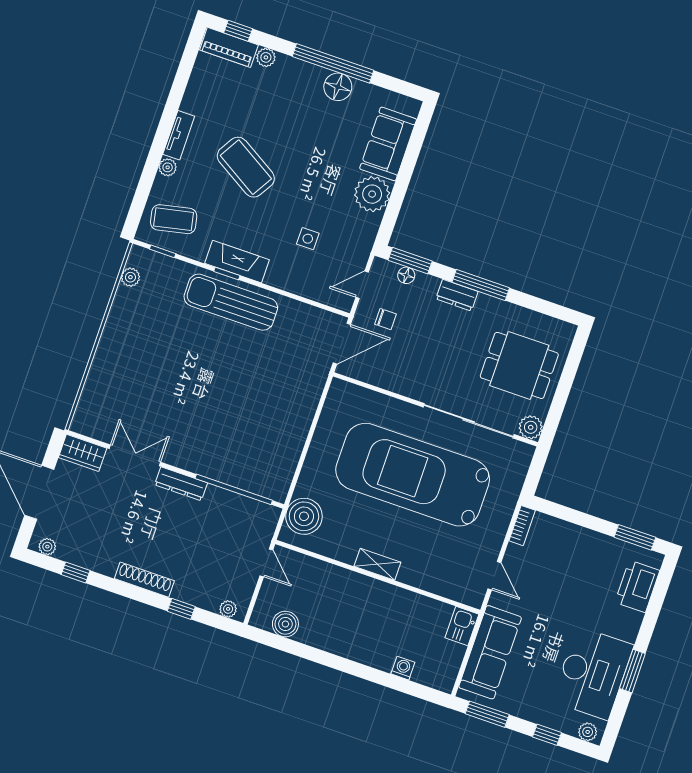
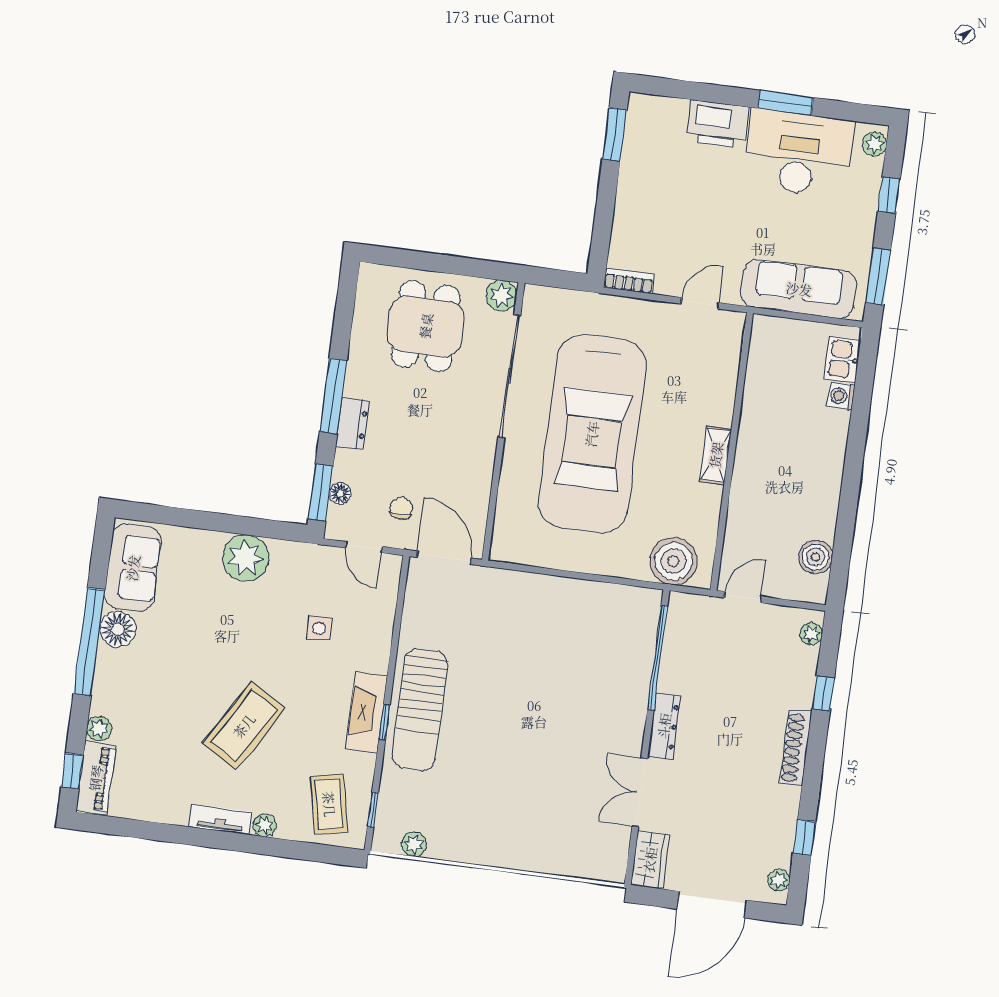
sofa: (388, 144) -> (133, 568), moved, turned -90
printer: (637, 586) -> (718, 124), moved
kitchen sink: (462, 626) -> (842, 359), moved, turned 90

